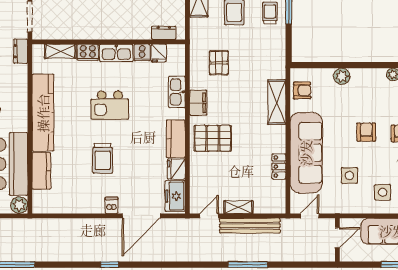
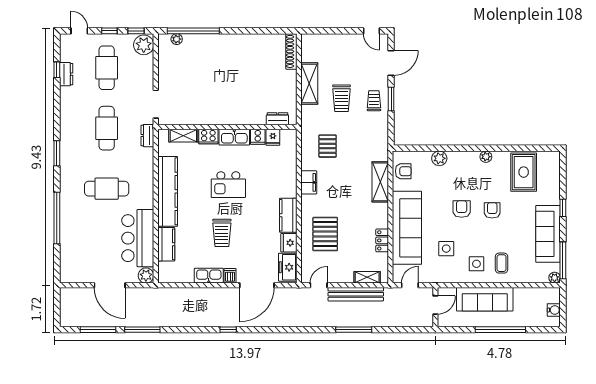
kitchen sink: (177, 92) -> (209, 276), moved, turned 90
pallet: (213, 138) -> (325, 234), moved, turned 90
shelving: (238, 207) -> (367, 277), moved

